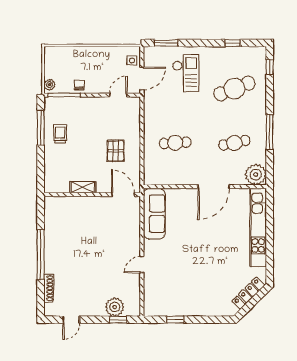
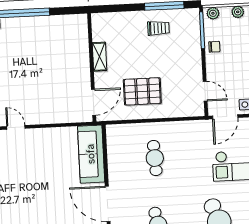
plant: (49, 63) -> (238, 12), added
door: (142, 78) -> (225, 117), hinge flipped
pallet: (116, 151) -> (142, 91), width x1.50, depth x1.42
sofa: (154, 214) -> (91, 154), moved, turned 90

